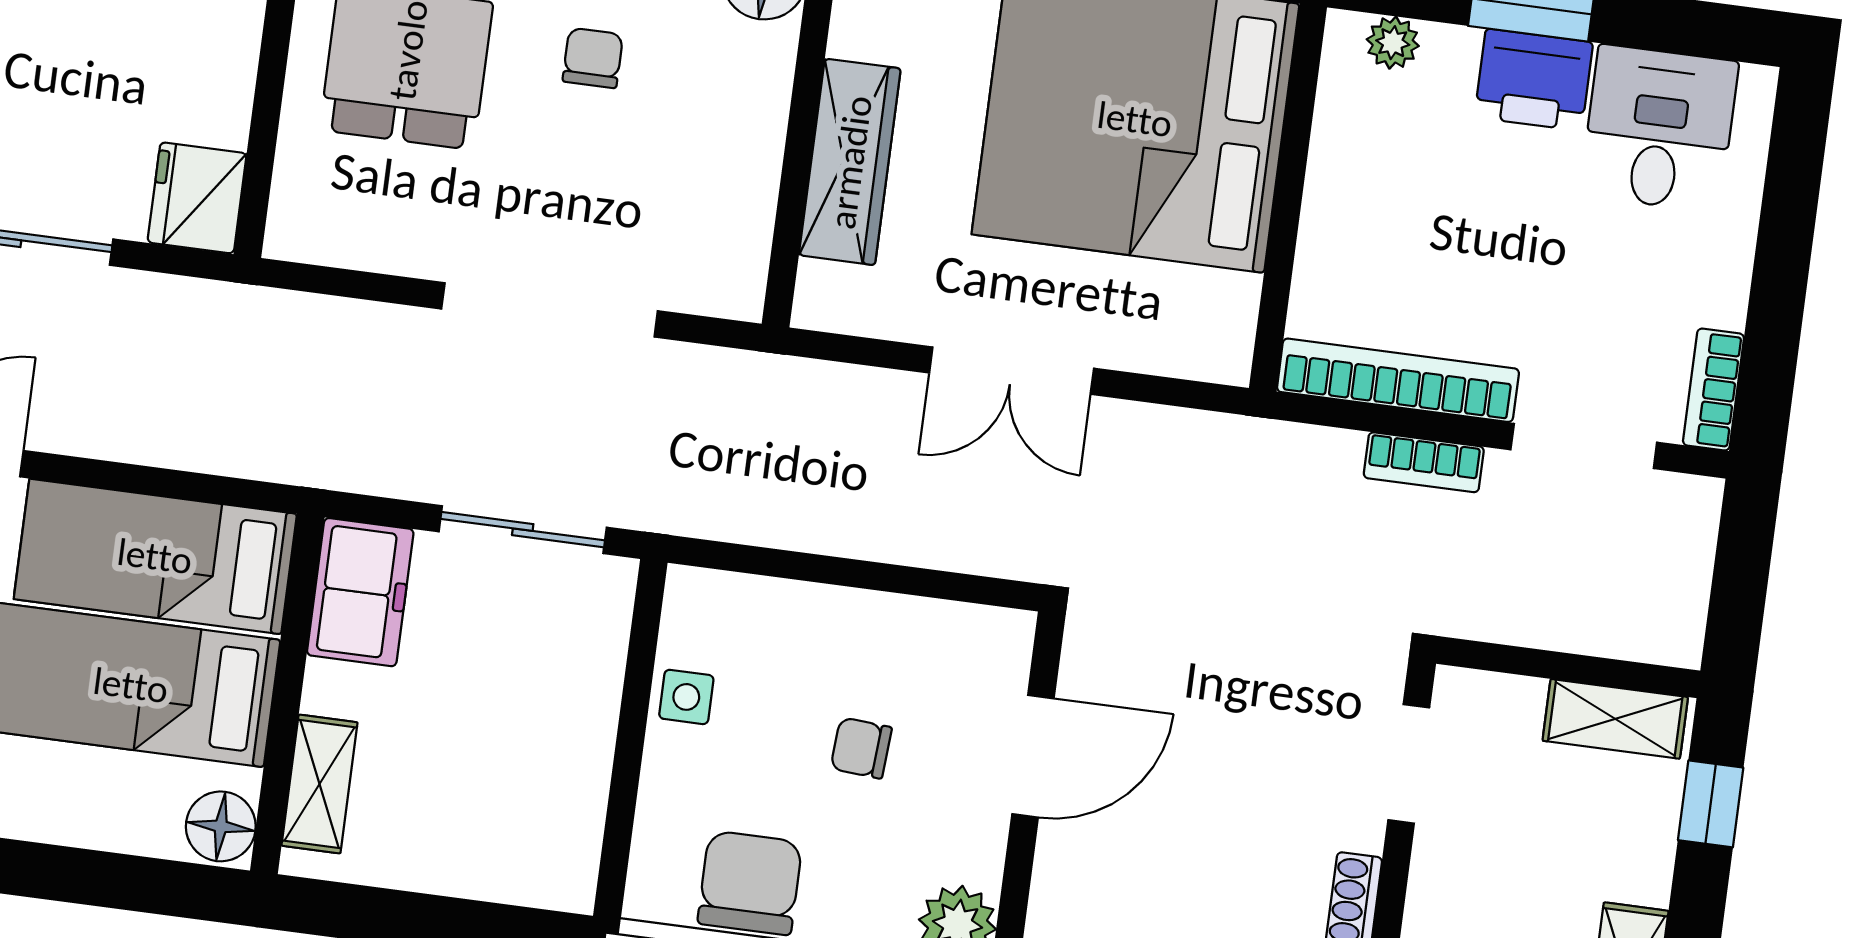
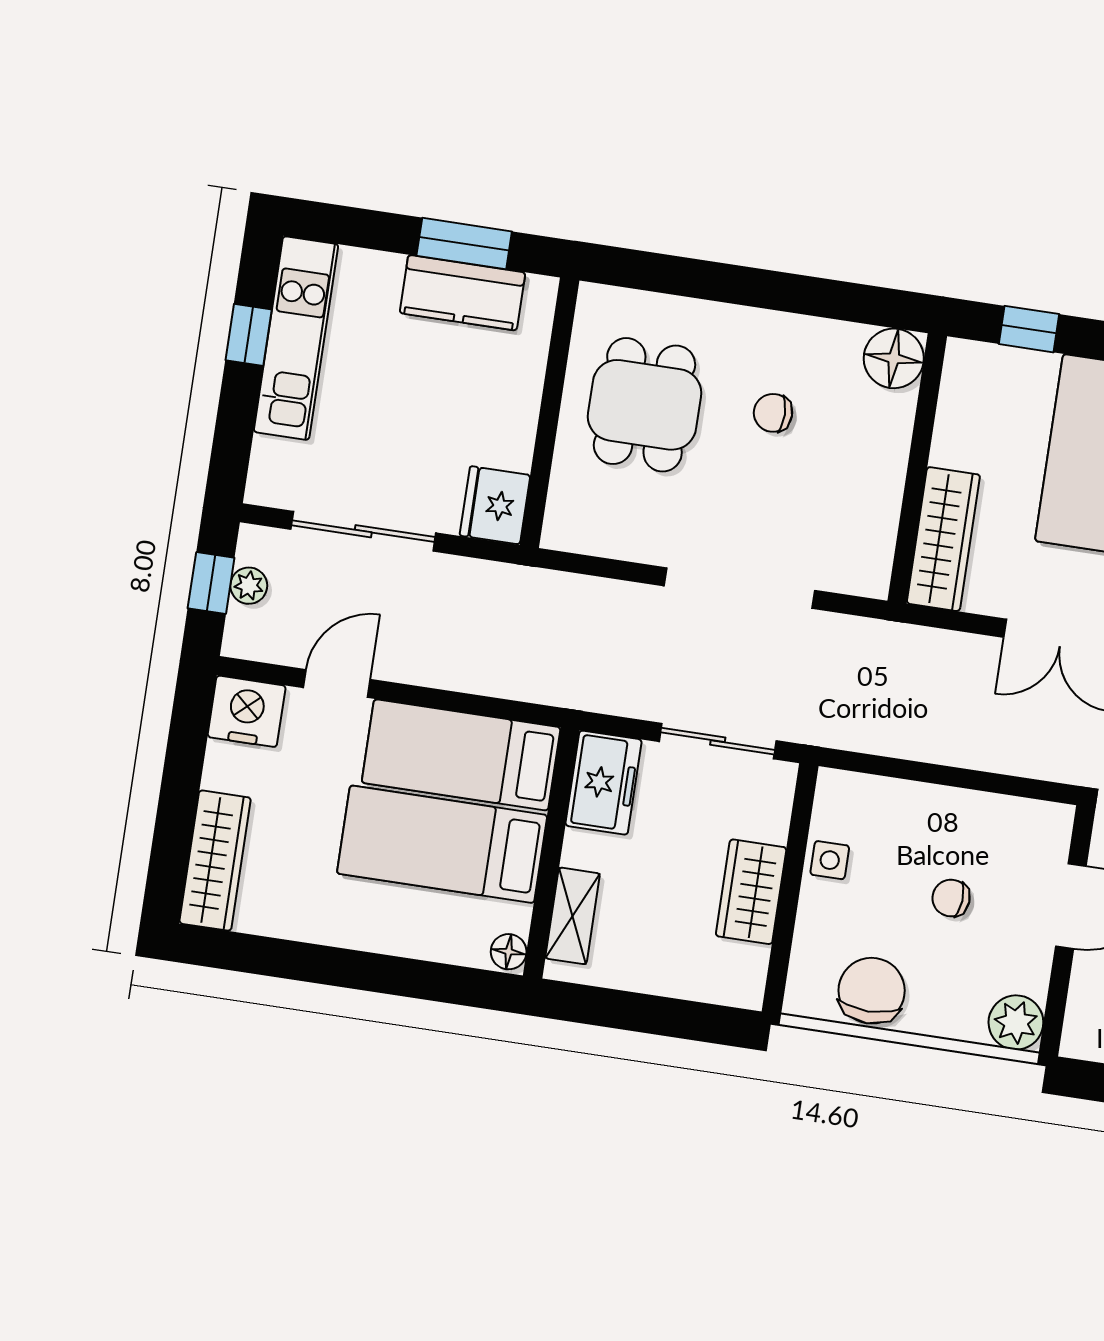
chair: (593, 58) -> (773, 413), turned -90
wardrobe: (850, 162) -> (943, 539), moved
wardrobe: (575, 744) -> (751, 892), added
floor lamp: (221, 826) -> (509, 952), width x0.73, depth x0.73

